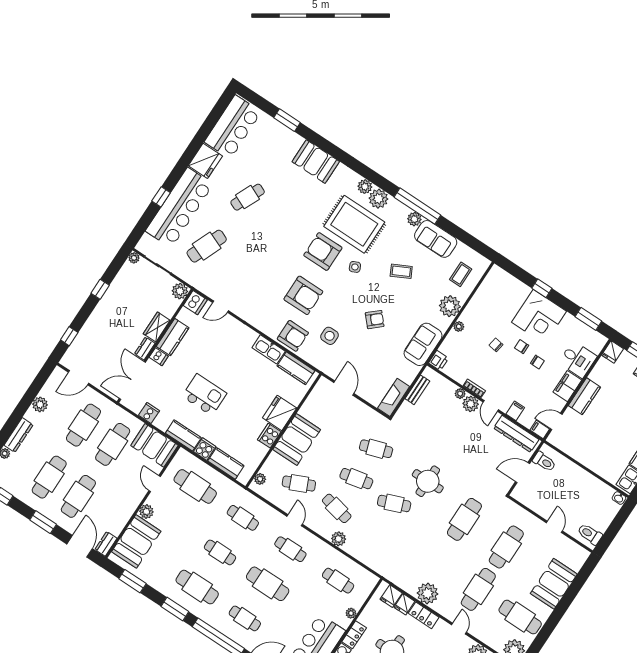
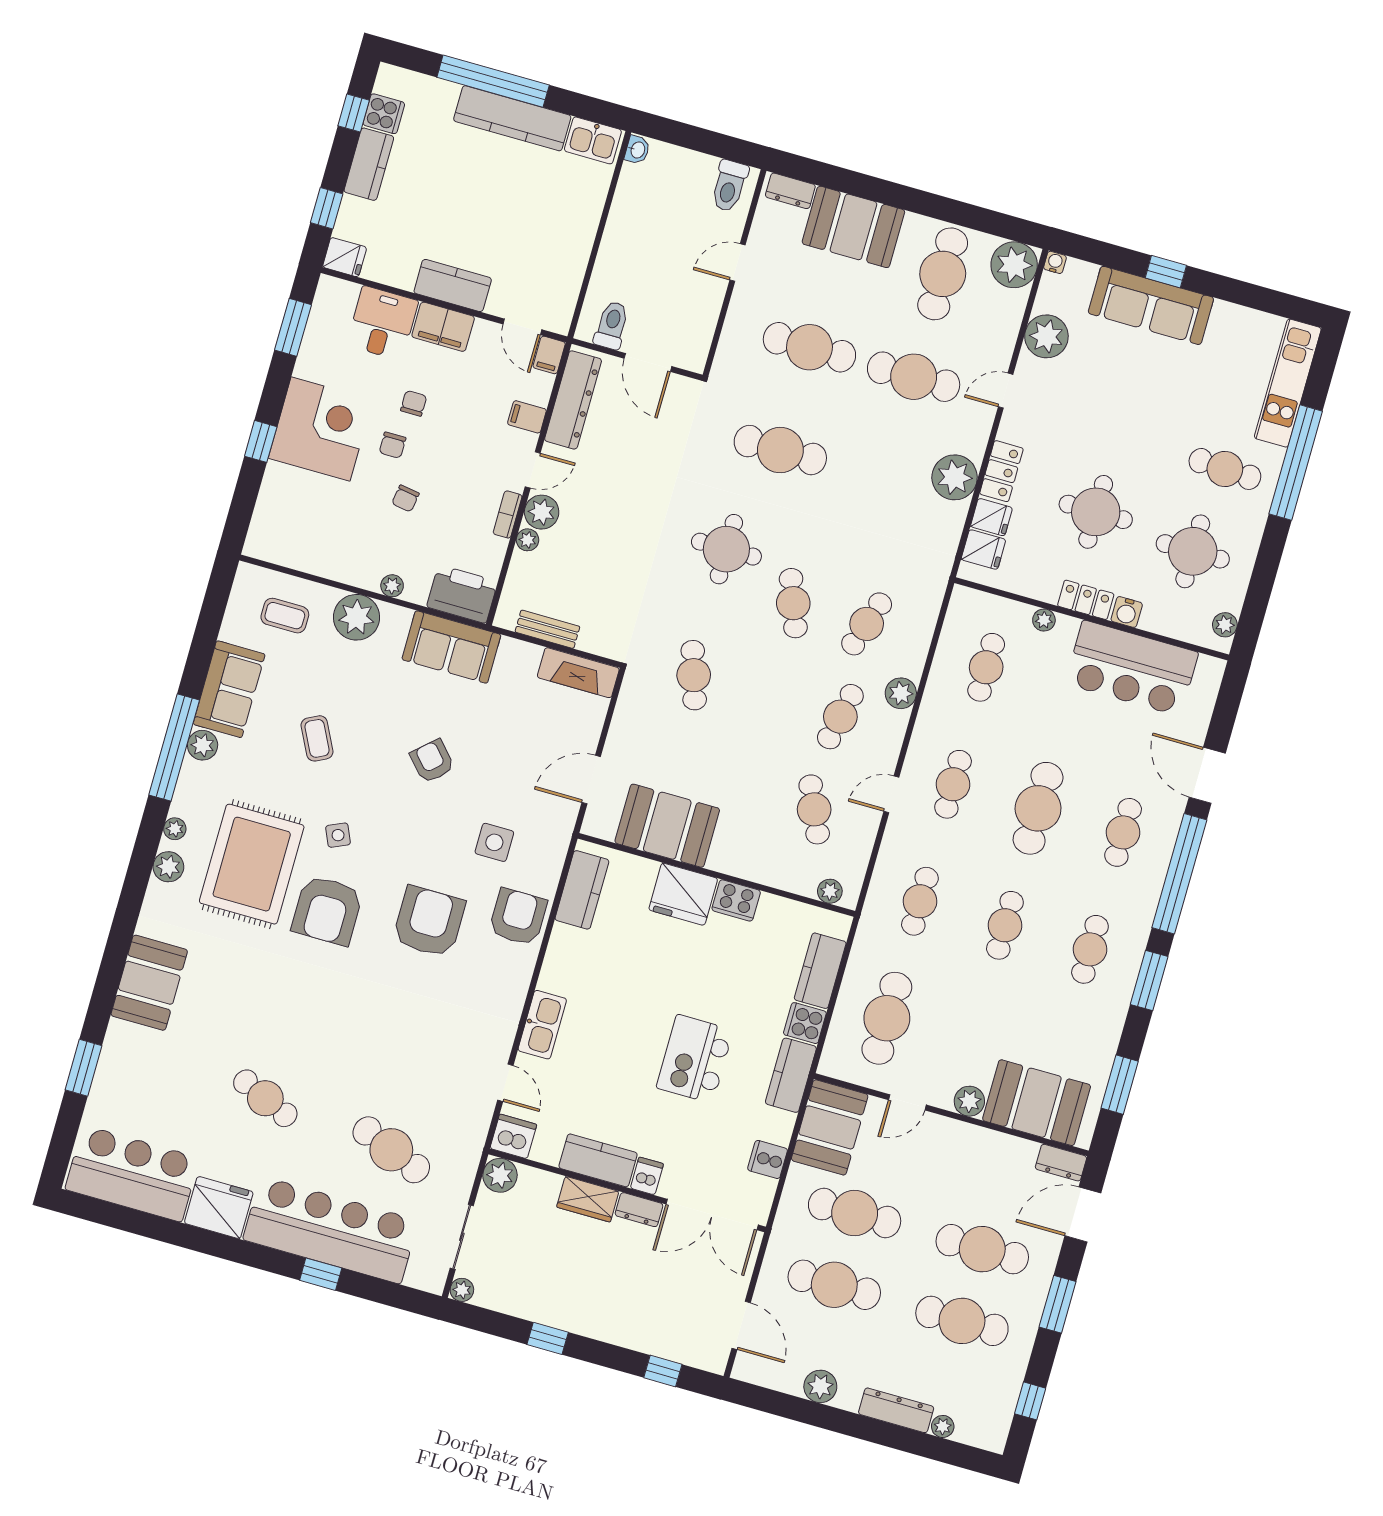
plant: (378, 199) -> (175, 829), width x0.53, depth x0.53
kitchen sink: (269, 349) -> (542, 1025), moved
printer: (439, 361) -> (462, 594), width x1.87, depth x1.48
booth: (297, 439) -> (667, 826), moved
cafe table: (356, 479) -> (867, 624), moved, turned 30
dresser: (579, 561) -> (790, 191), added
cafe table: (197, 587) -> (1090, 949), width x0.73, depth x0.74

